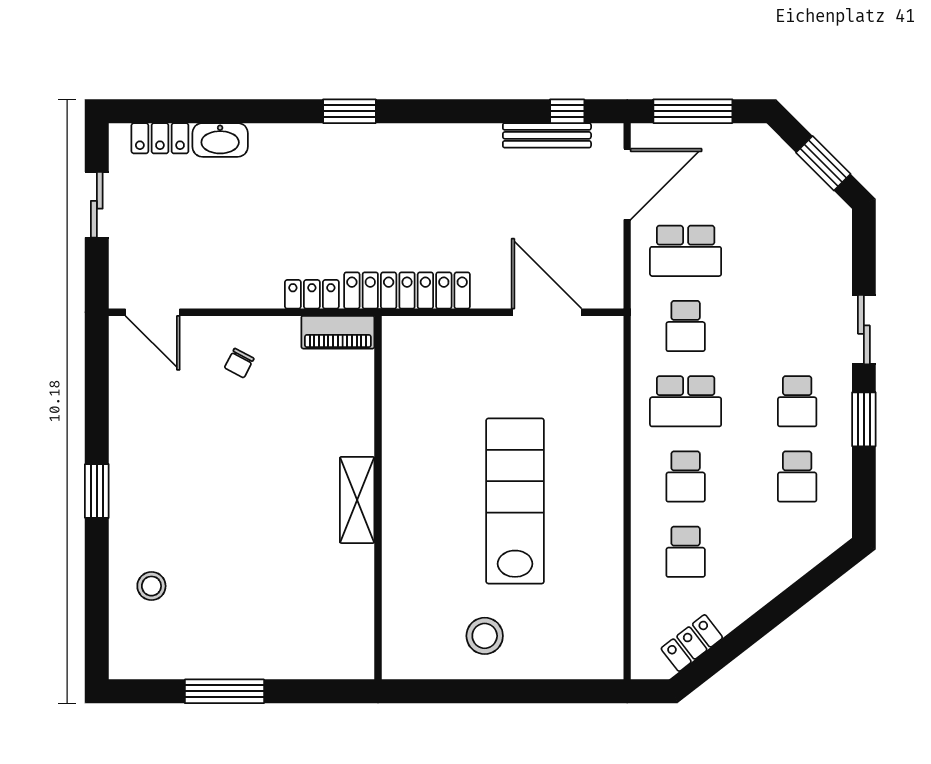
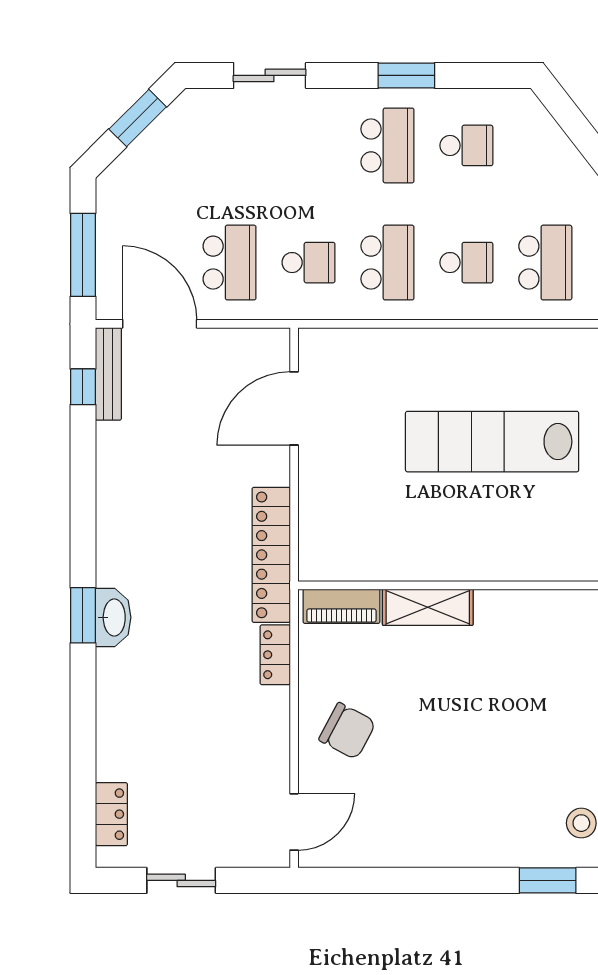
bench: (547, 135) -> (108, 374), moved
washbasin: (220, 140) -> (113, 617), moved
sliding door: (864, 330) -> (270, 75), moved
piano: (338, 332) -> (341, 606), moved, turned 90
chair: (239, 363) -> (347, 731), width x1.87, depth x1.87
school desk: (797, 401) -> (387, 145), width x1.85
window: (97, 491) -> (548, 880), moved
shelving: (357, 500) -> (428, 607), moved
school desk: (686, 552) -> (545, 263), width x1.85

